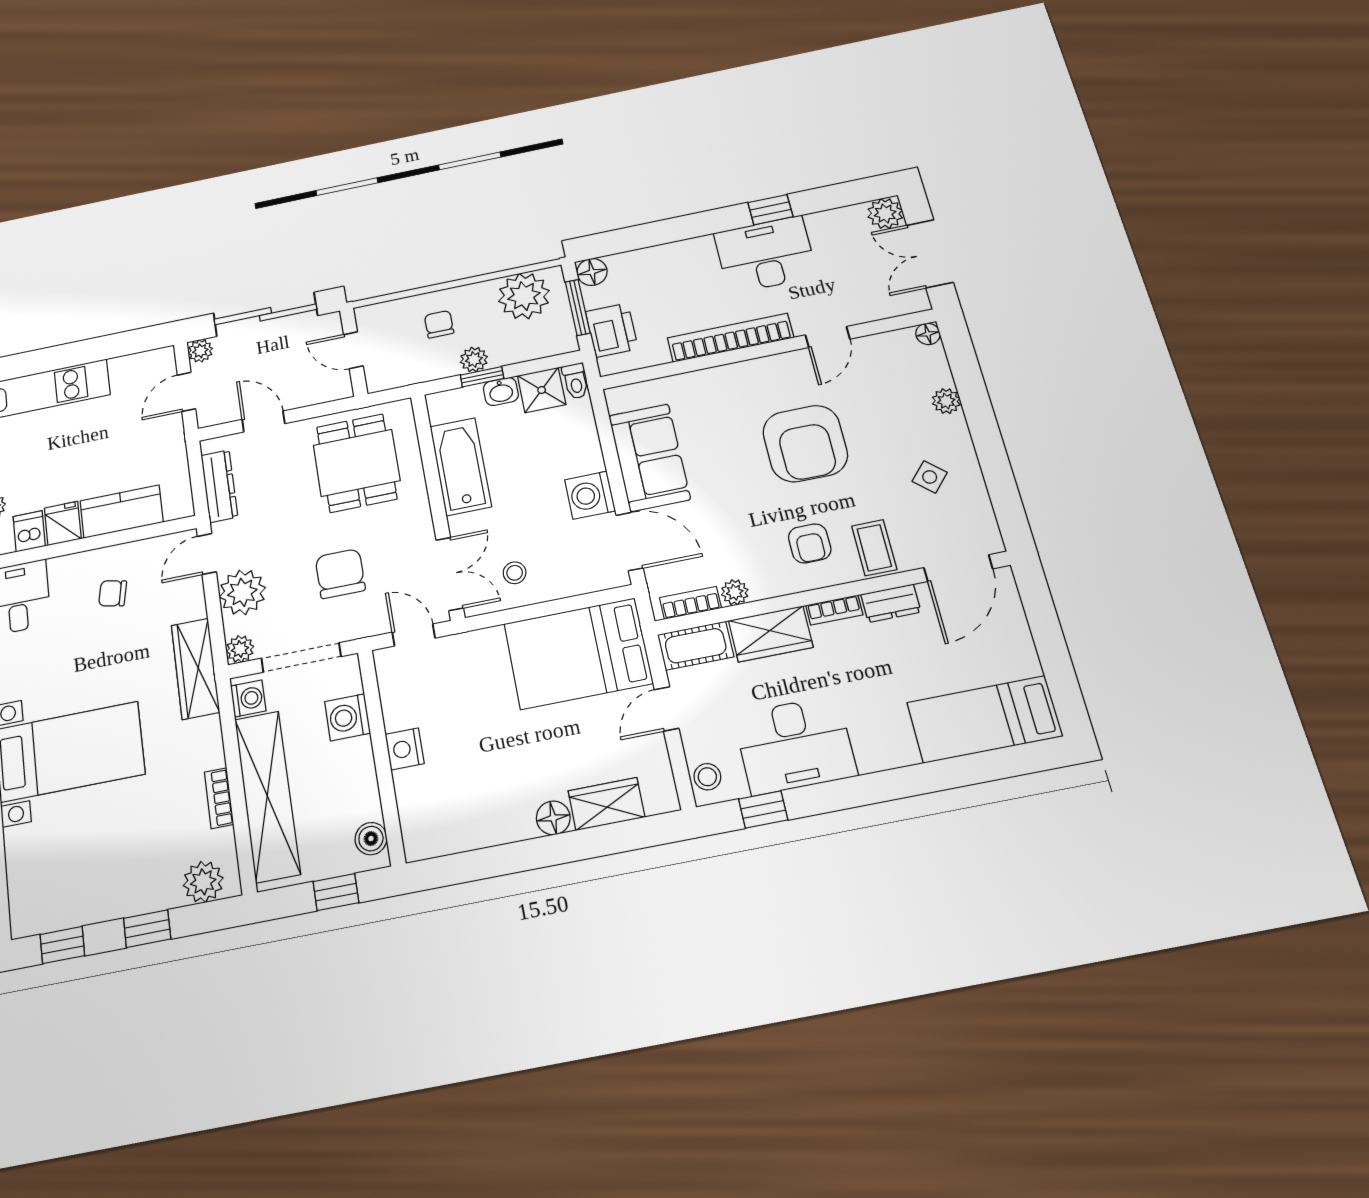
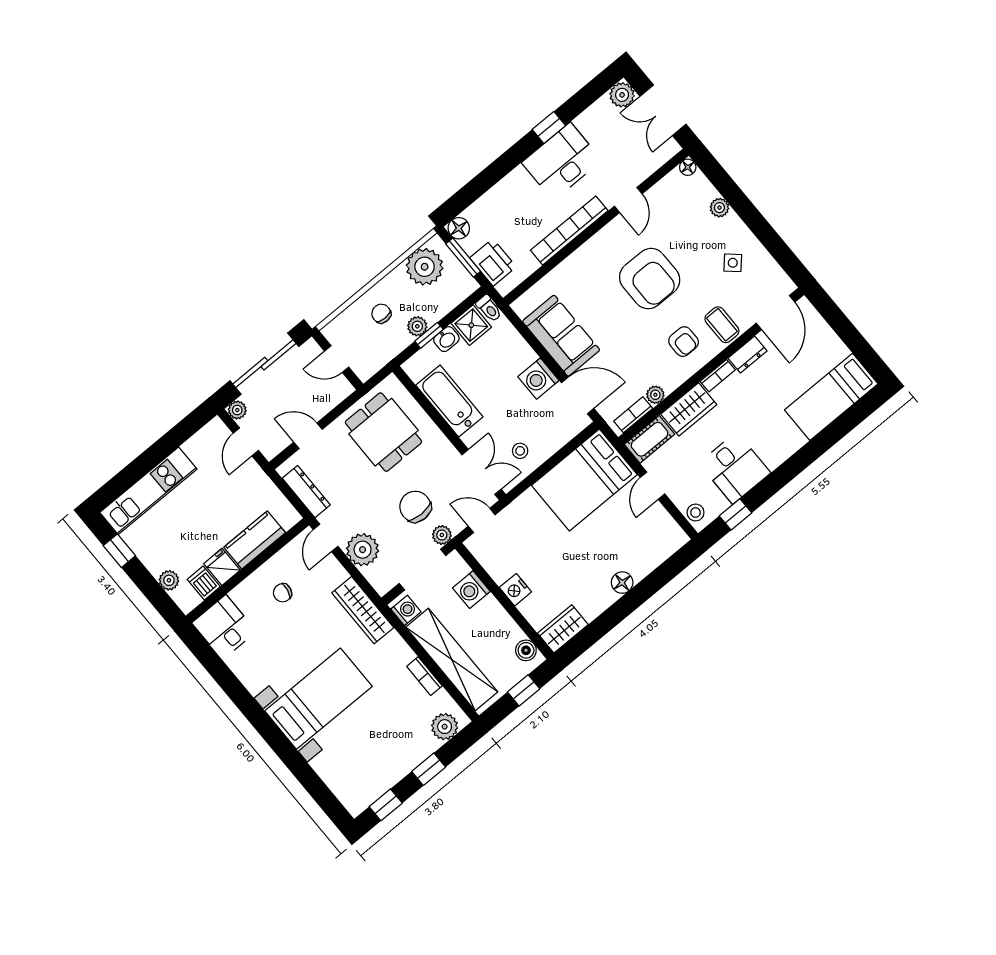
plant: (240, 649) -> (442, 535), moved
desk: (795, 745) -> (735, 468), width x0.73
wardrobe: (606, 804) -> (563, 629), moved

